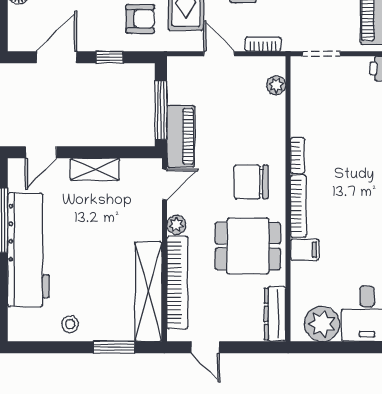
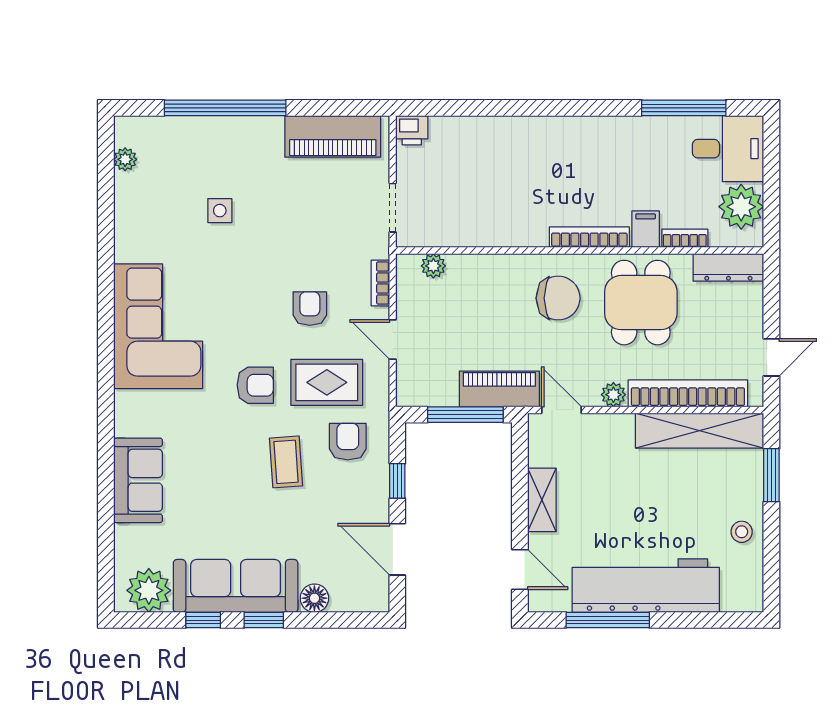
door: (219, 54) -> (393, 340), hinge flipped
bookcase: (298, 155) -> (685, 238), moved
chair: (251, 182) -> (558, 298), turned -90

